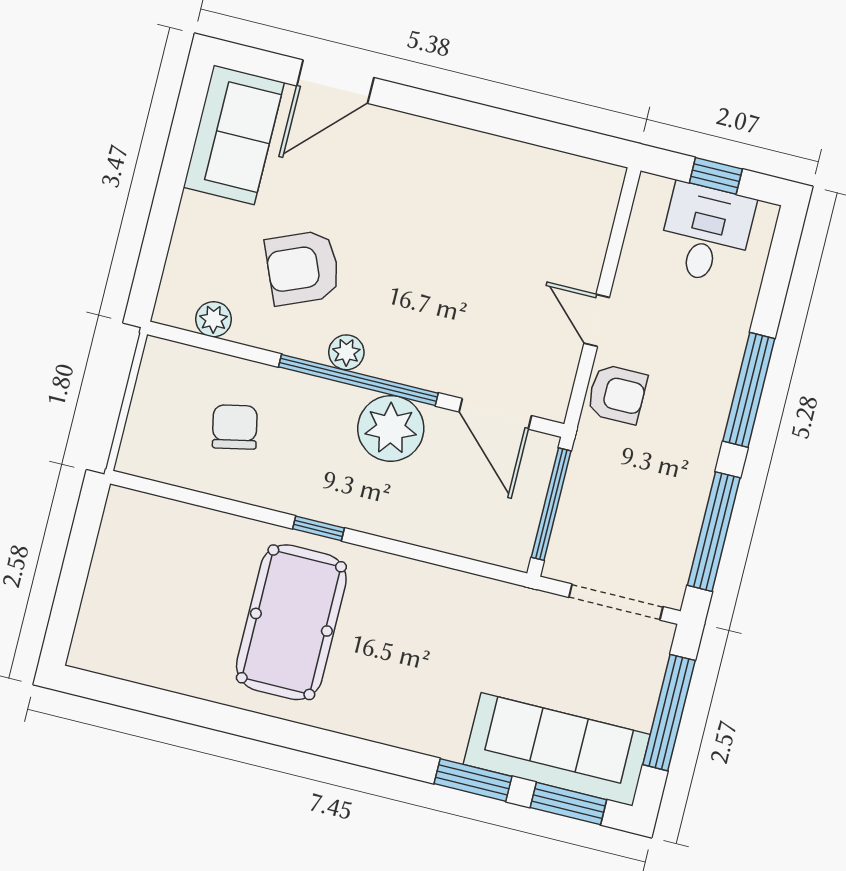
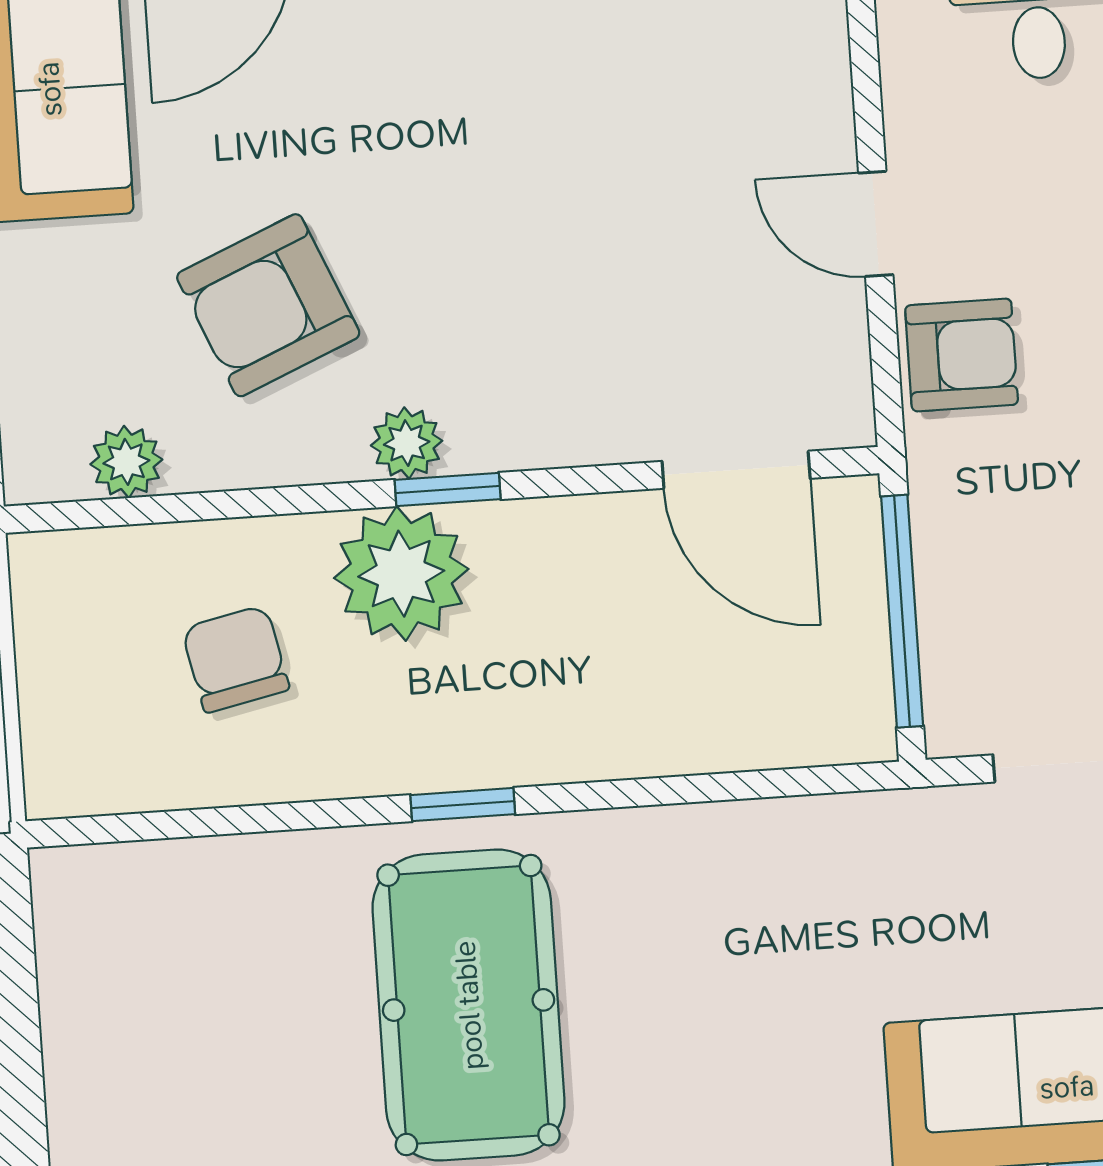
window: (358, 380) -> (448, 490), width x0.32
plant: (391, 428) -> (401, 574), moved

